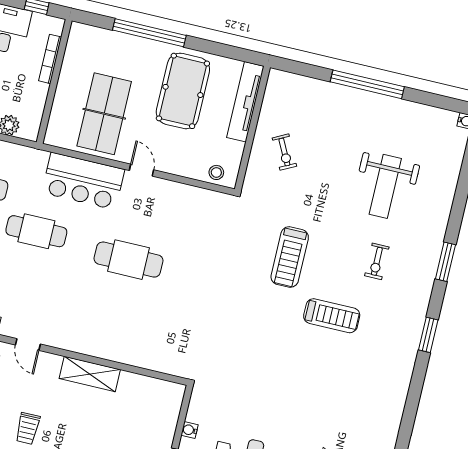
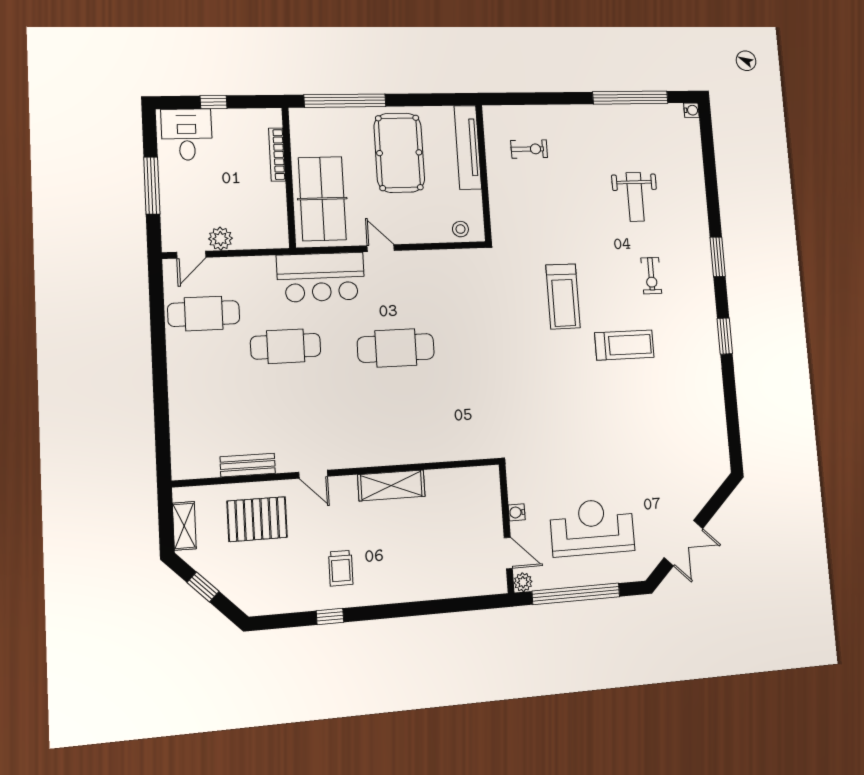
bookcase: (50, 59) -> (277, 155), moved
wall: (54, 81) -> (289, 177), moved
window: (367, 84) -> (630, 98), moved
exercise bike: (284, 152) -> (529, 149), moved, turned -63
weight bench: (385, 186) -> (635, 197), width x0.73, depth x0.75

